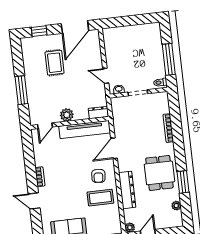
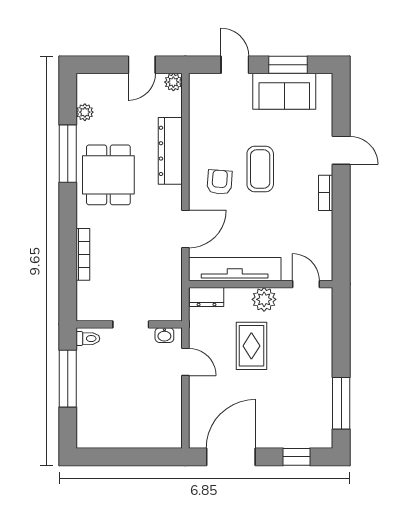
rug: (55, 63) -> (251, 346), moved
window: (21, 90) -> (341, 403), moved
door: (45, 126) -> (306, 284), hinge flipped
window: (183, 182) -> (68, 154), width x1.44
coffee table: (100, 198) -> (260, 169), moved, turned 90

